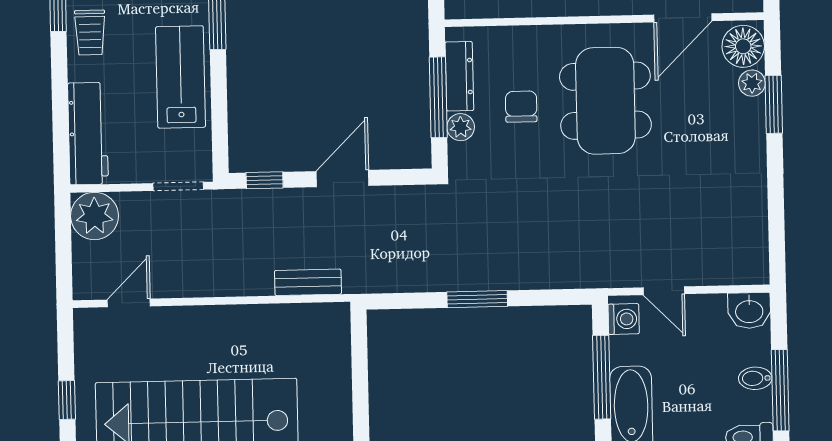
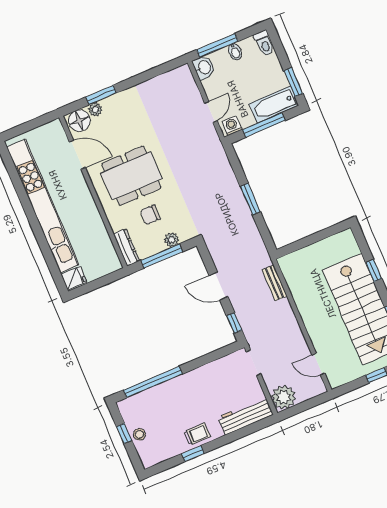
dresser: (459, 76) -> (126, 247), moved, turned 90
lab bench: (181, 77) -> (201, 383), removed
window: (780, 390) -> (217, 45), moved

